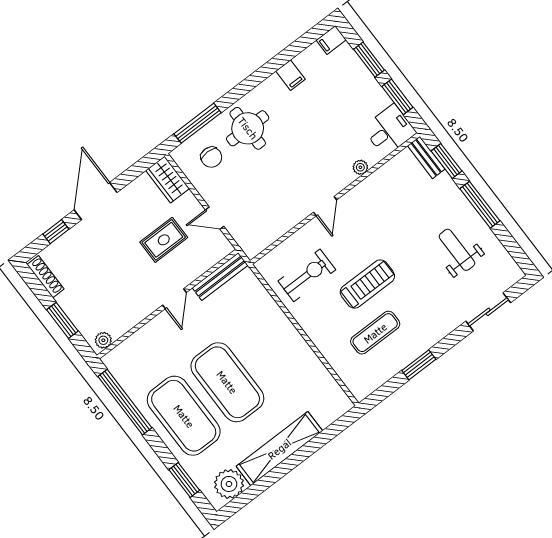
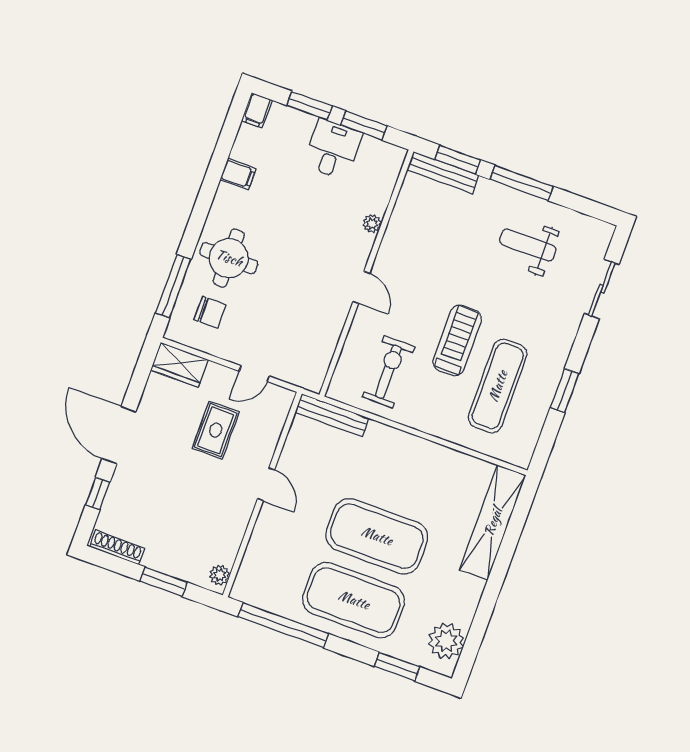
desk: (389, 130) -> (333, 149), moved
bench: (426, 157) -> (443, 173), width x1.36
bench: (220, 277) -> (332, 415), moved, turned 90
exercise mat: (375, 333) -> (498, 386), width x1.36, depth x1.45
shelving: (279, 449) -> (493, 522), moved

